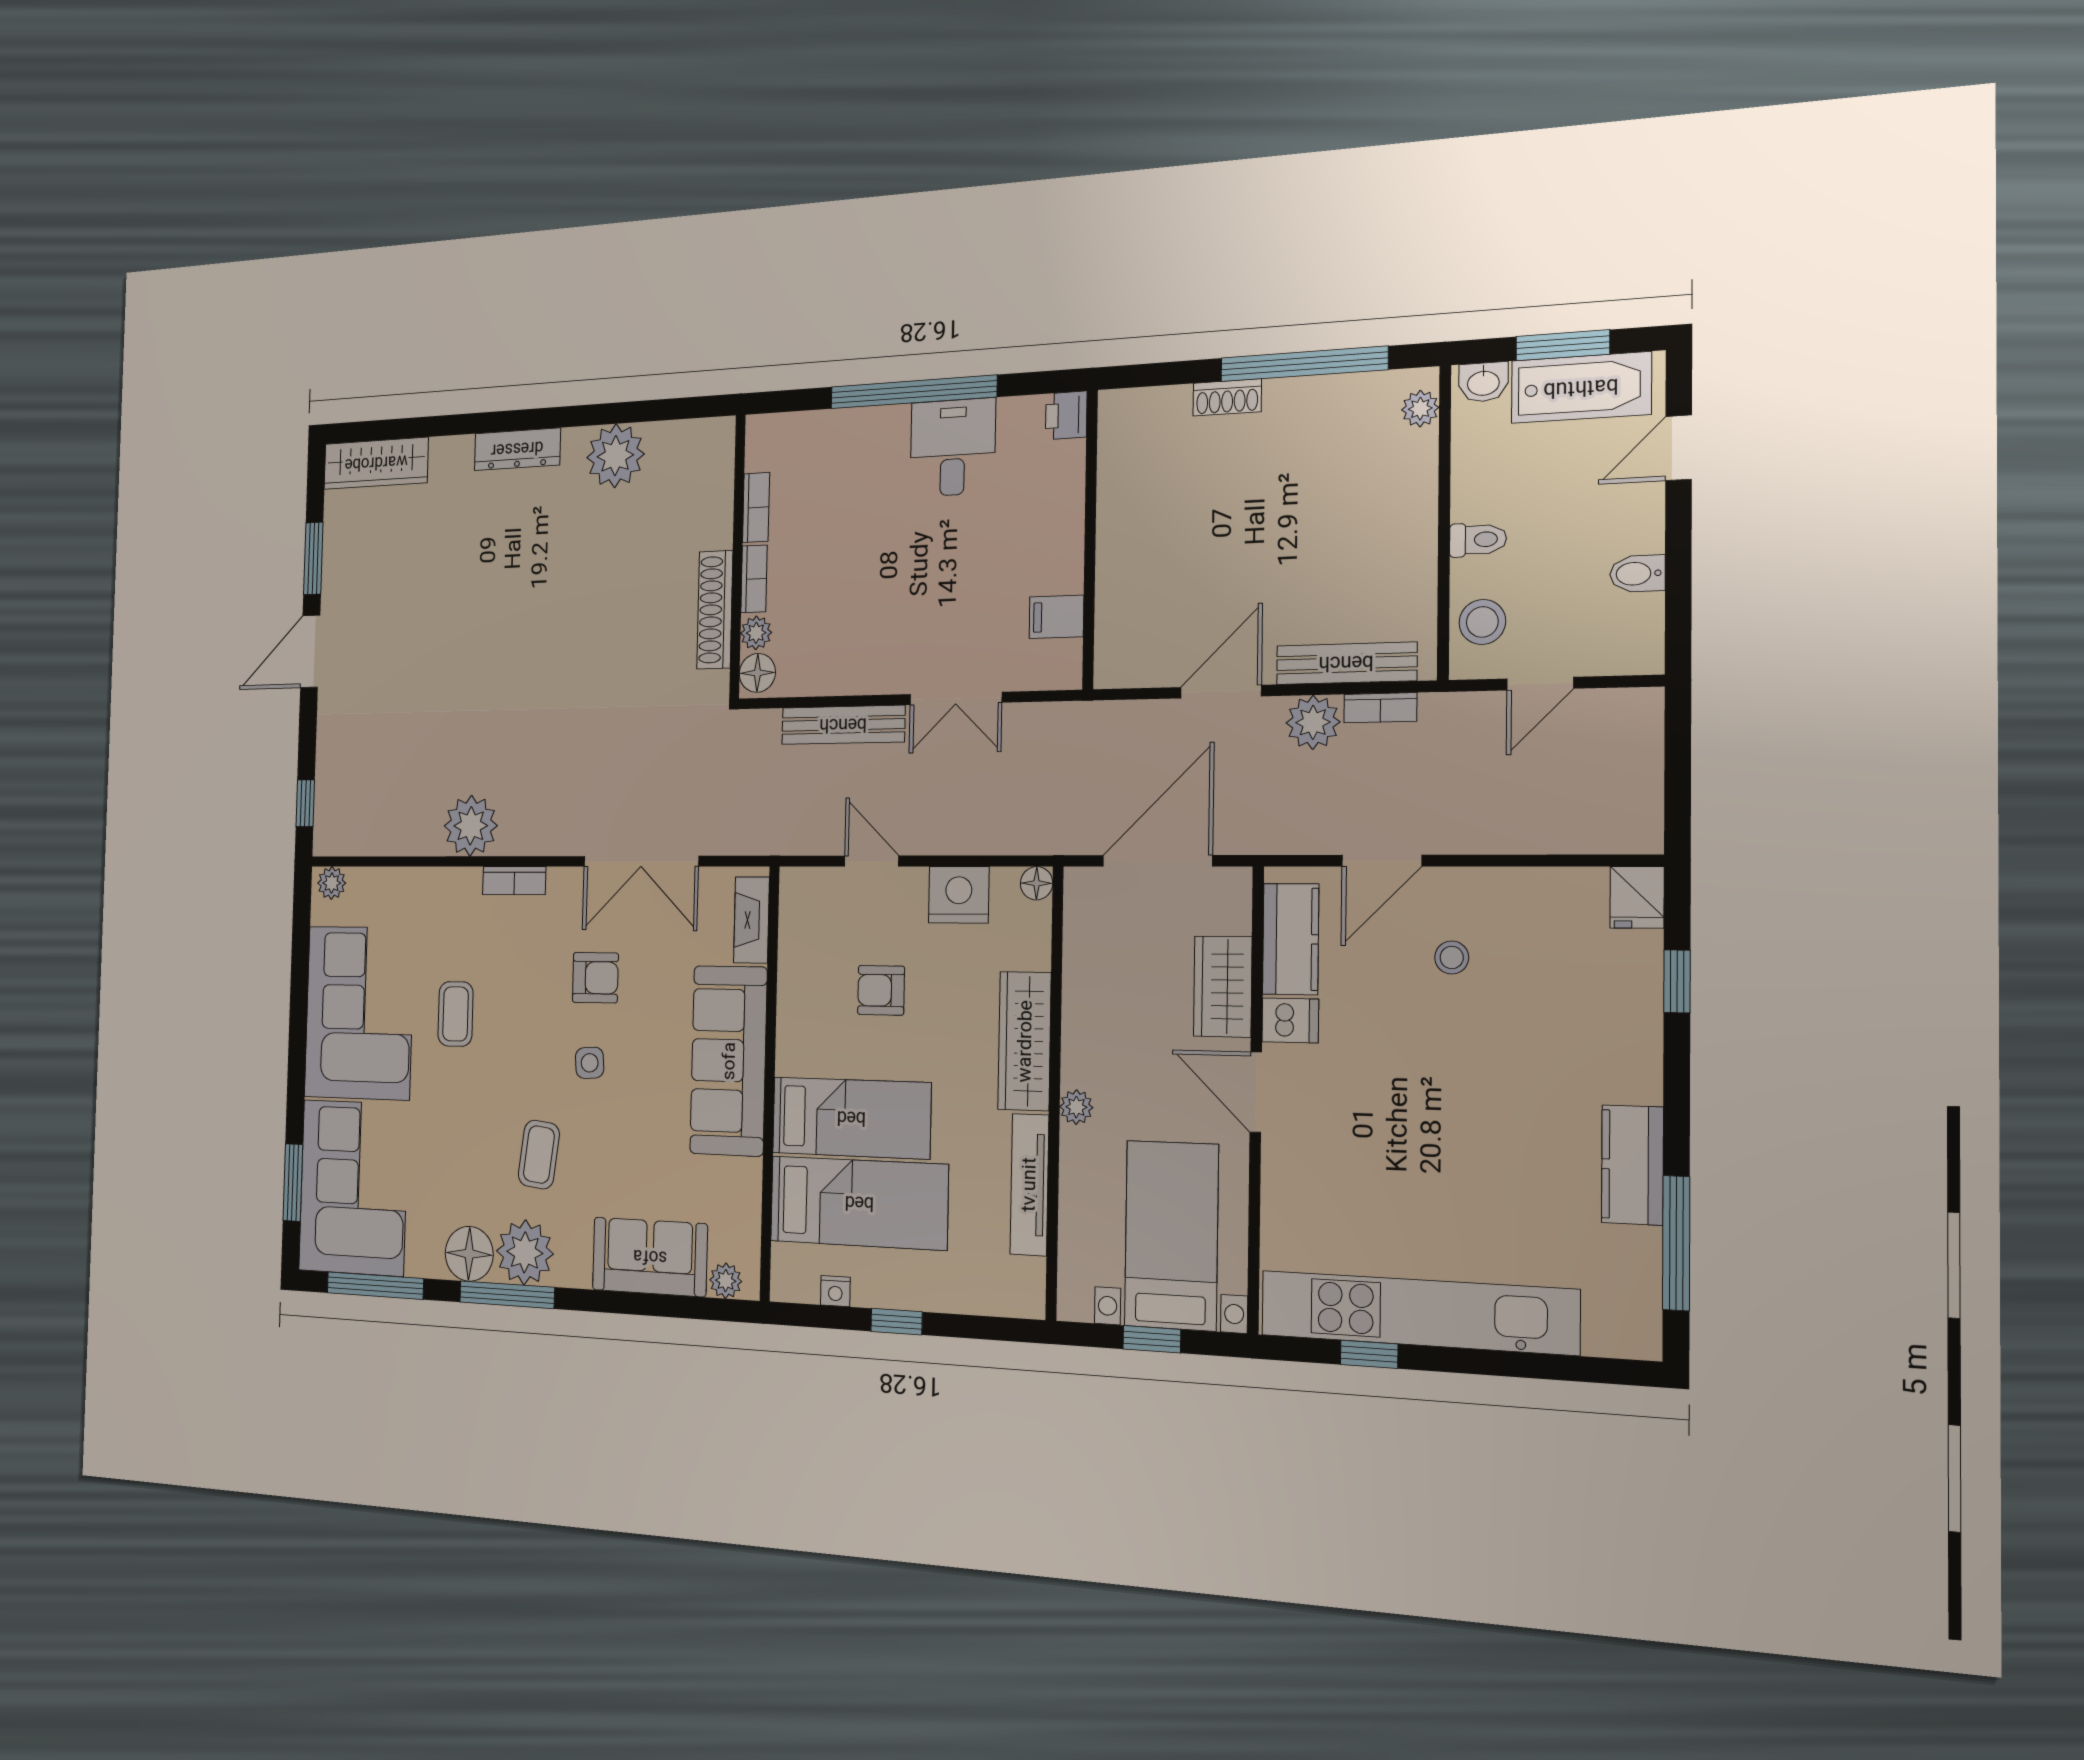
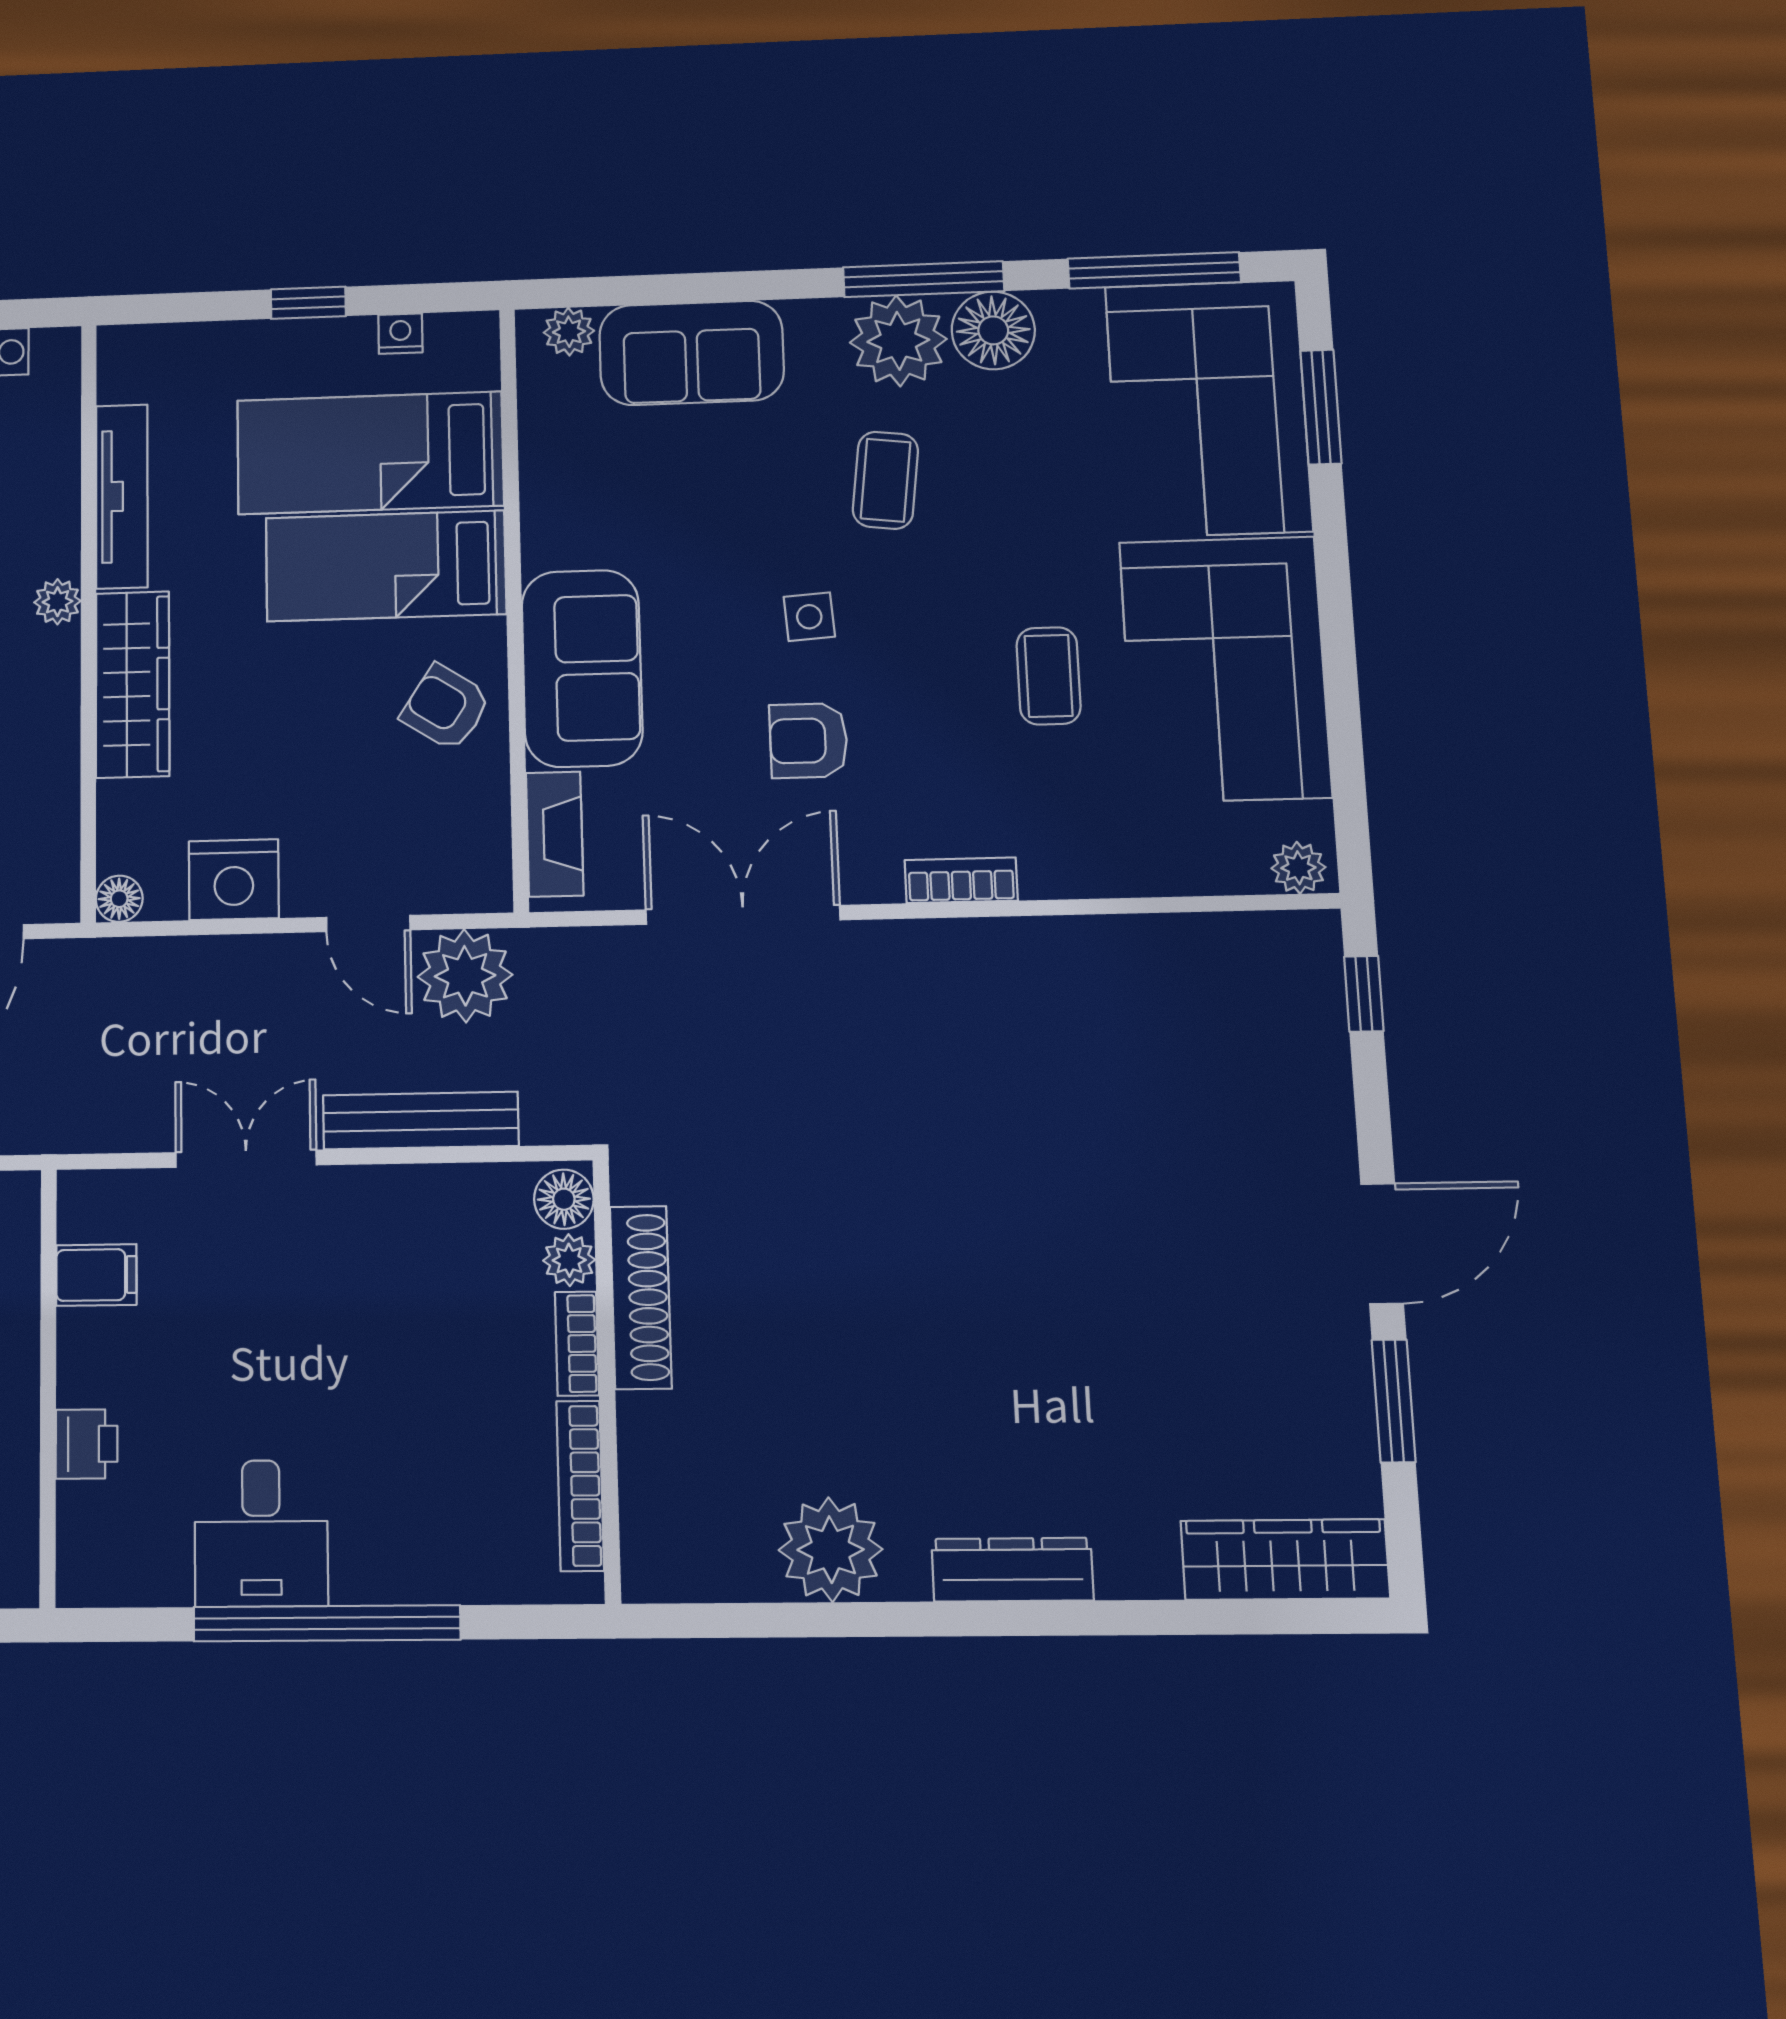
printer: (1066, 415) -> (87, 1444), moved
bookcase: (756, 507) -> (580, 1486), width x1.56
plant: (471, 826) -> (465, 976), moved
armchair: (881, 990) -> (446, 707), moved, turned -147
sofa: (729, 1061) -> (582, 668), width x0.73

